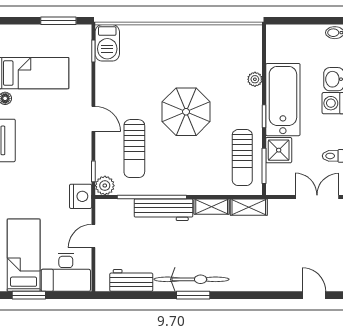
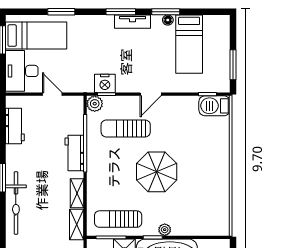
plant: (255, 79) -> (165, 230), moved
nightstand: (81, 196) -> (105, 83), moved
workbench: (164, 210) -> (74, 153), width x0.73
bicycle: (192, 279) -> (16, 203), moved

